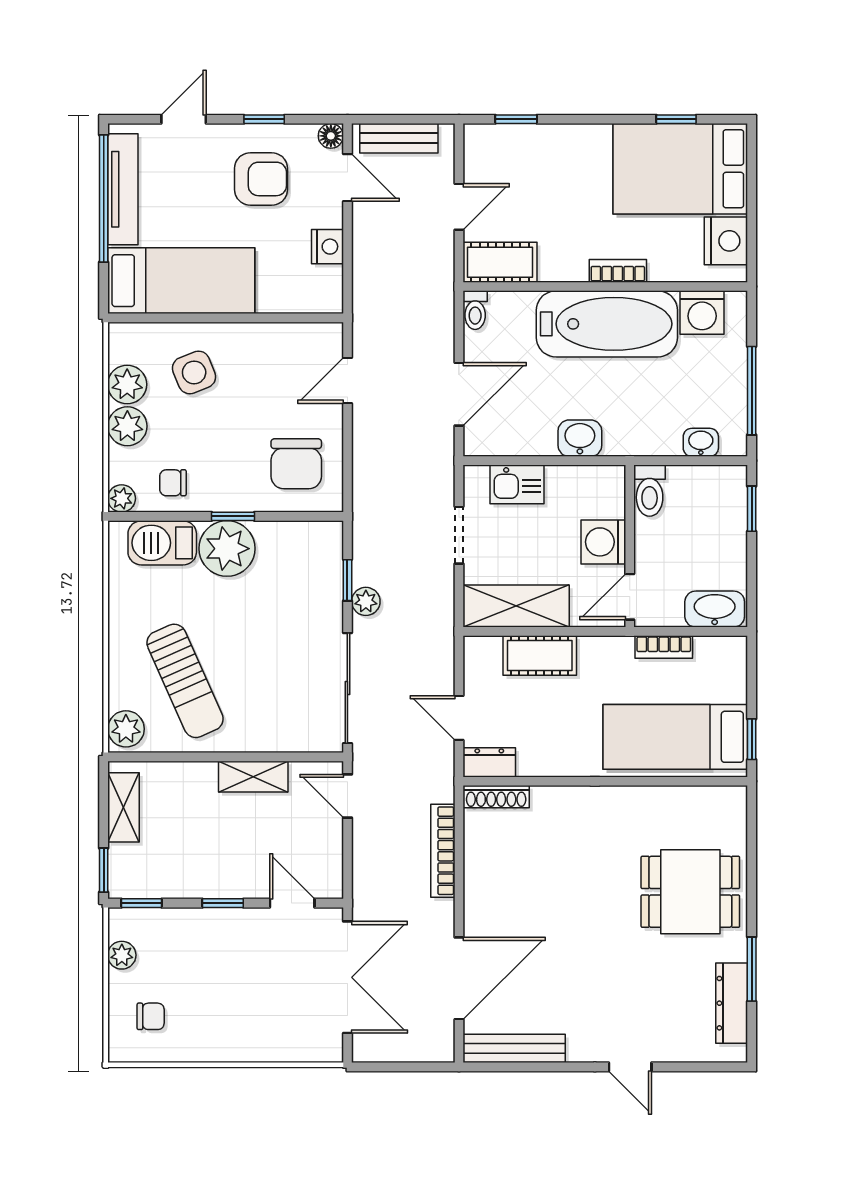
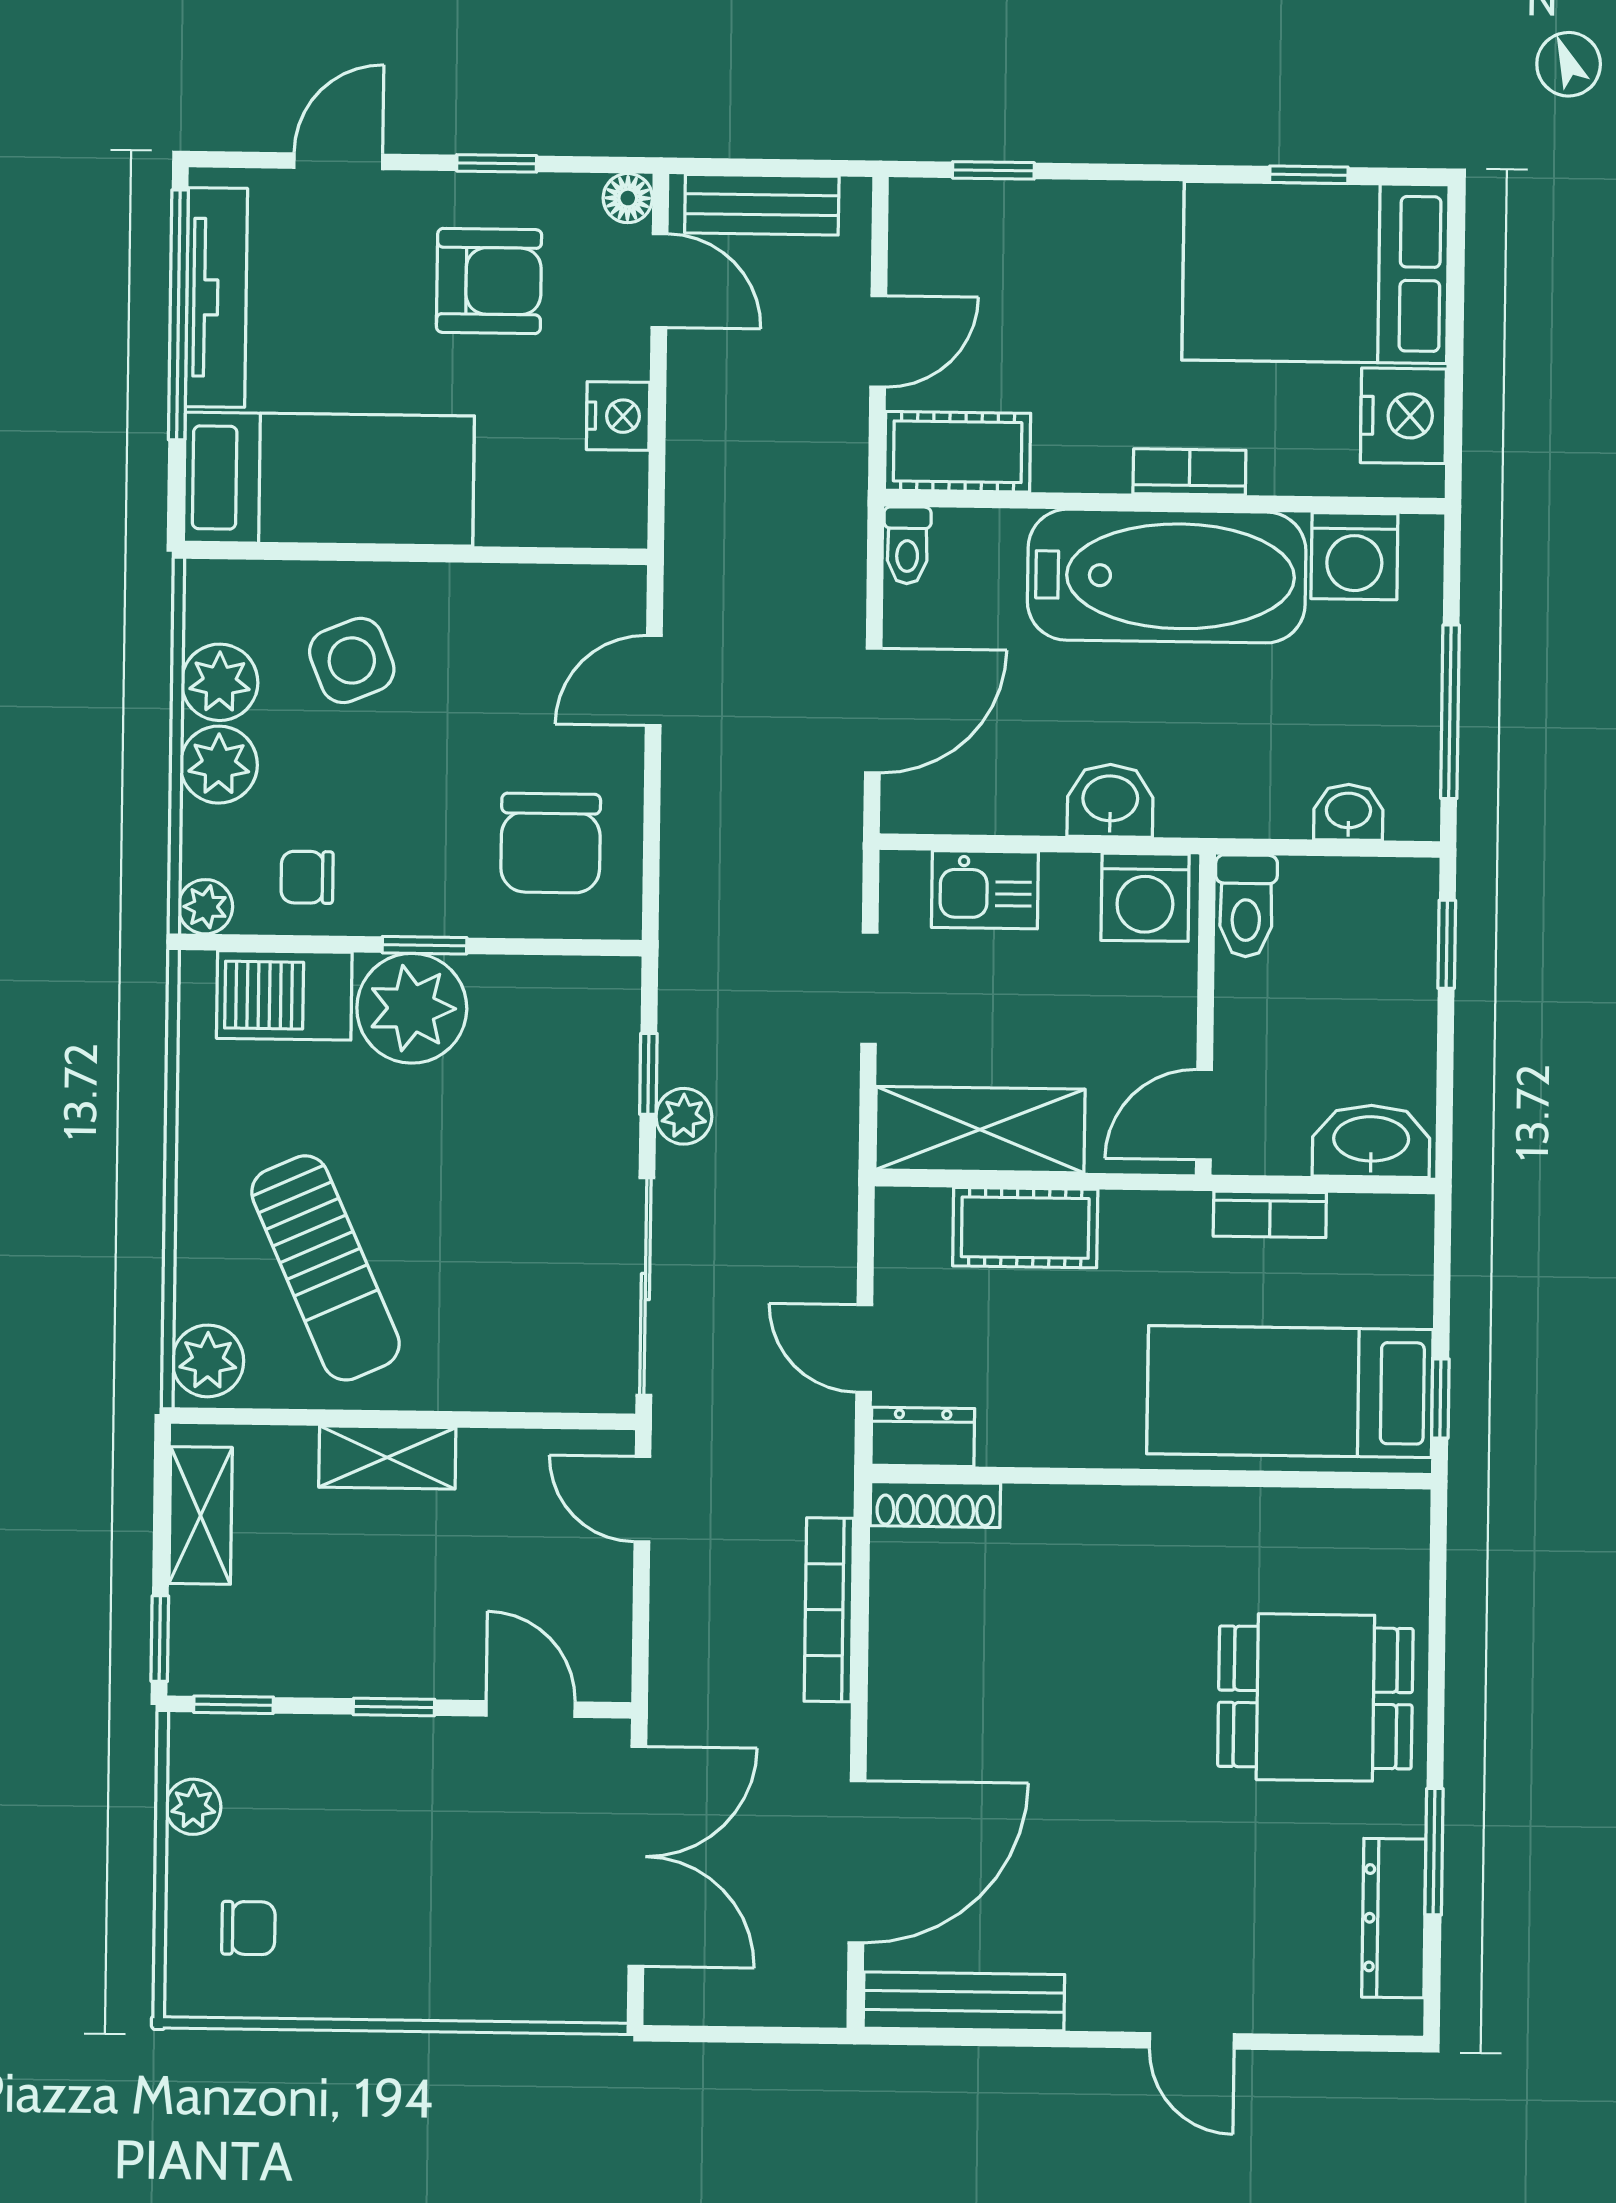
washing machine: (603, 542) -> (1145, 897), moved, turned -90
shelving: (253, 777) -> (387, 1457), moved

